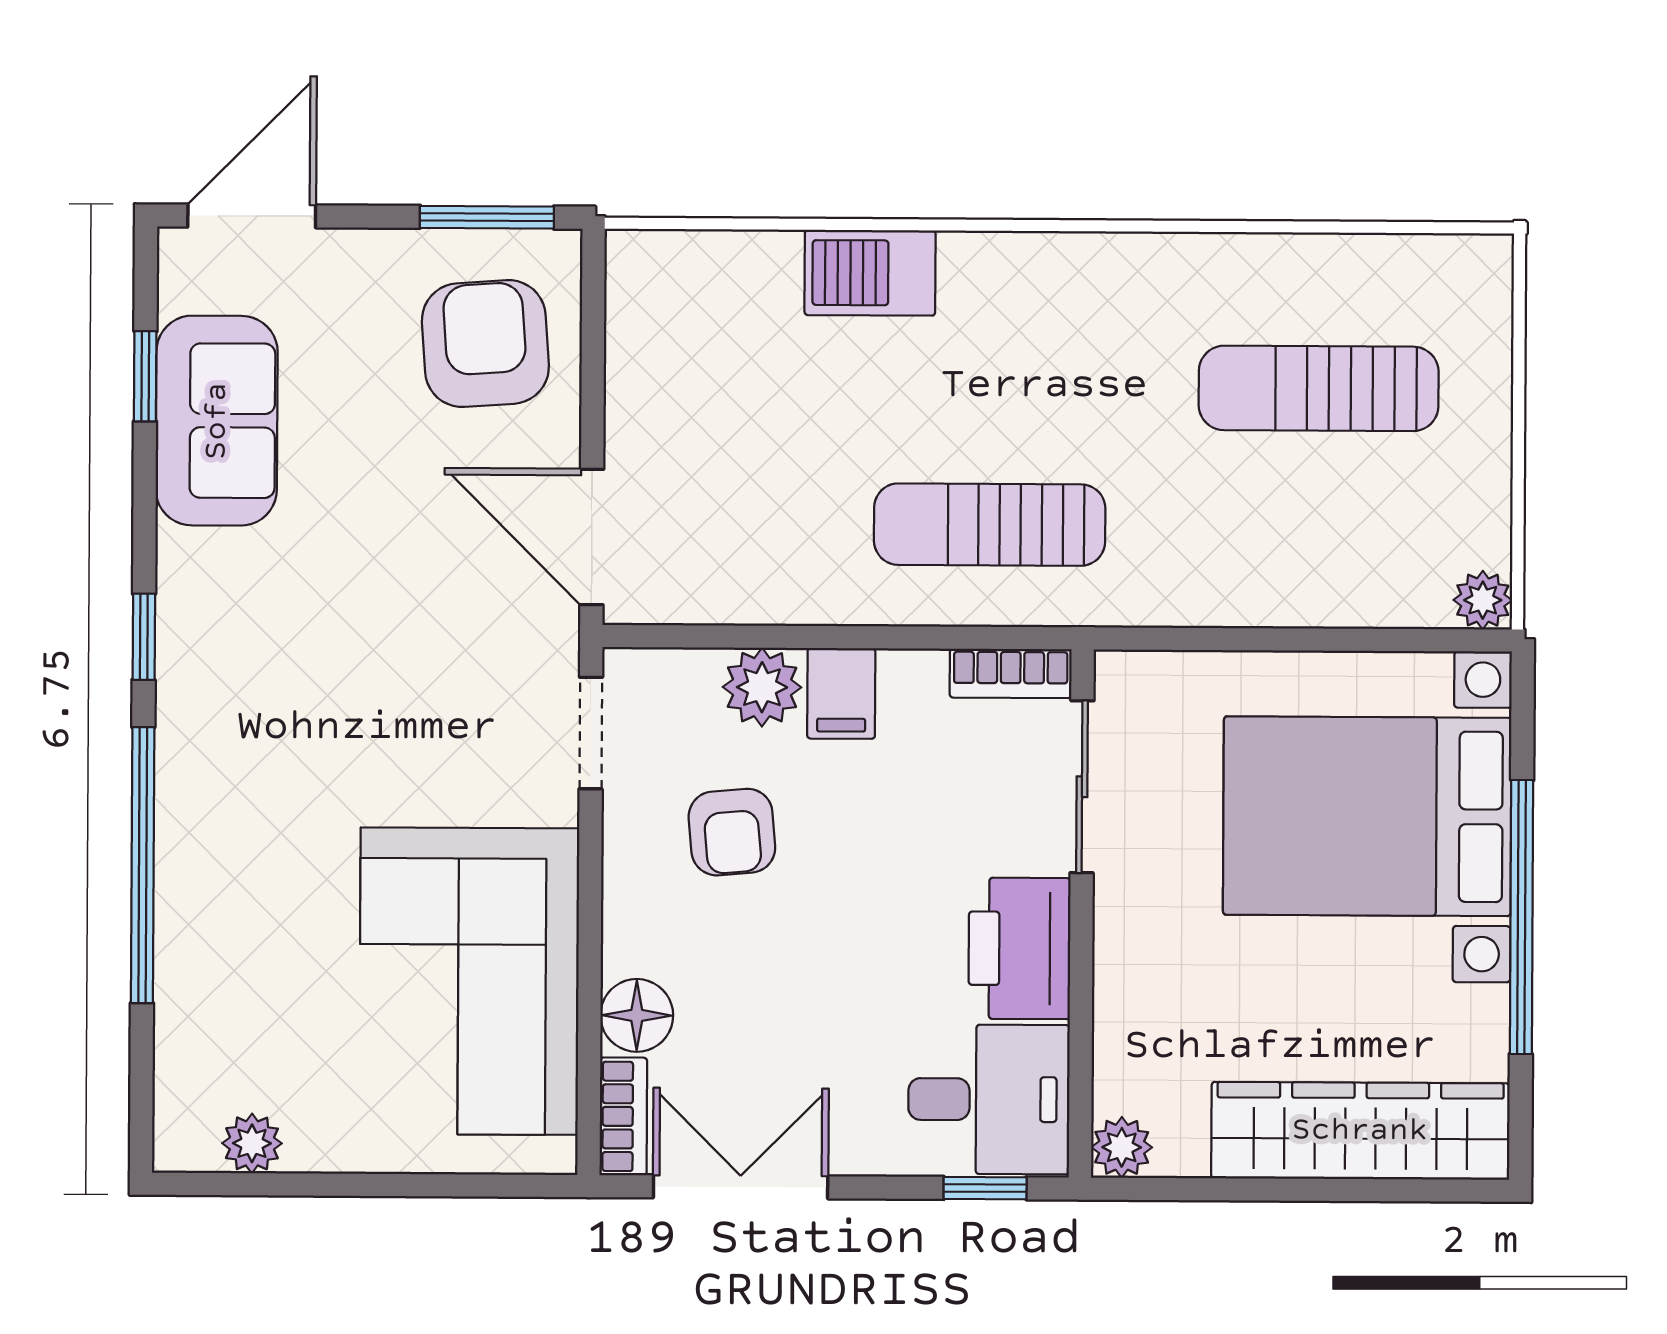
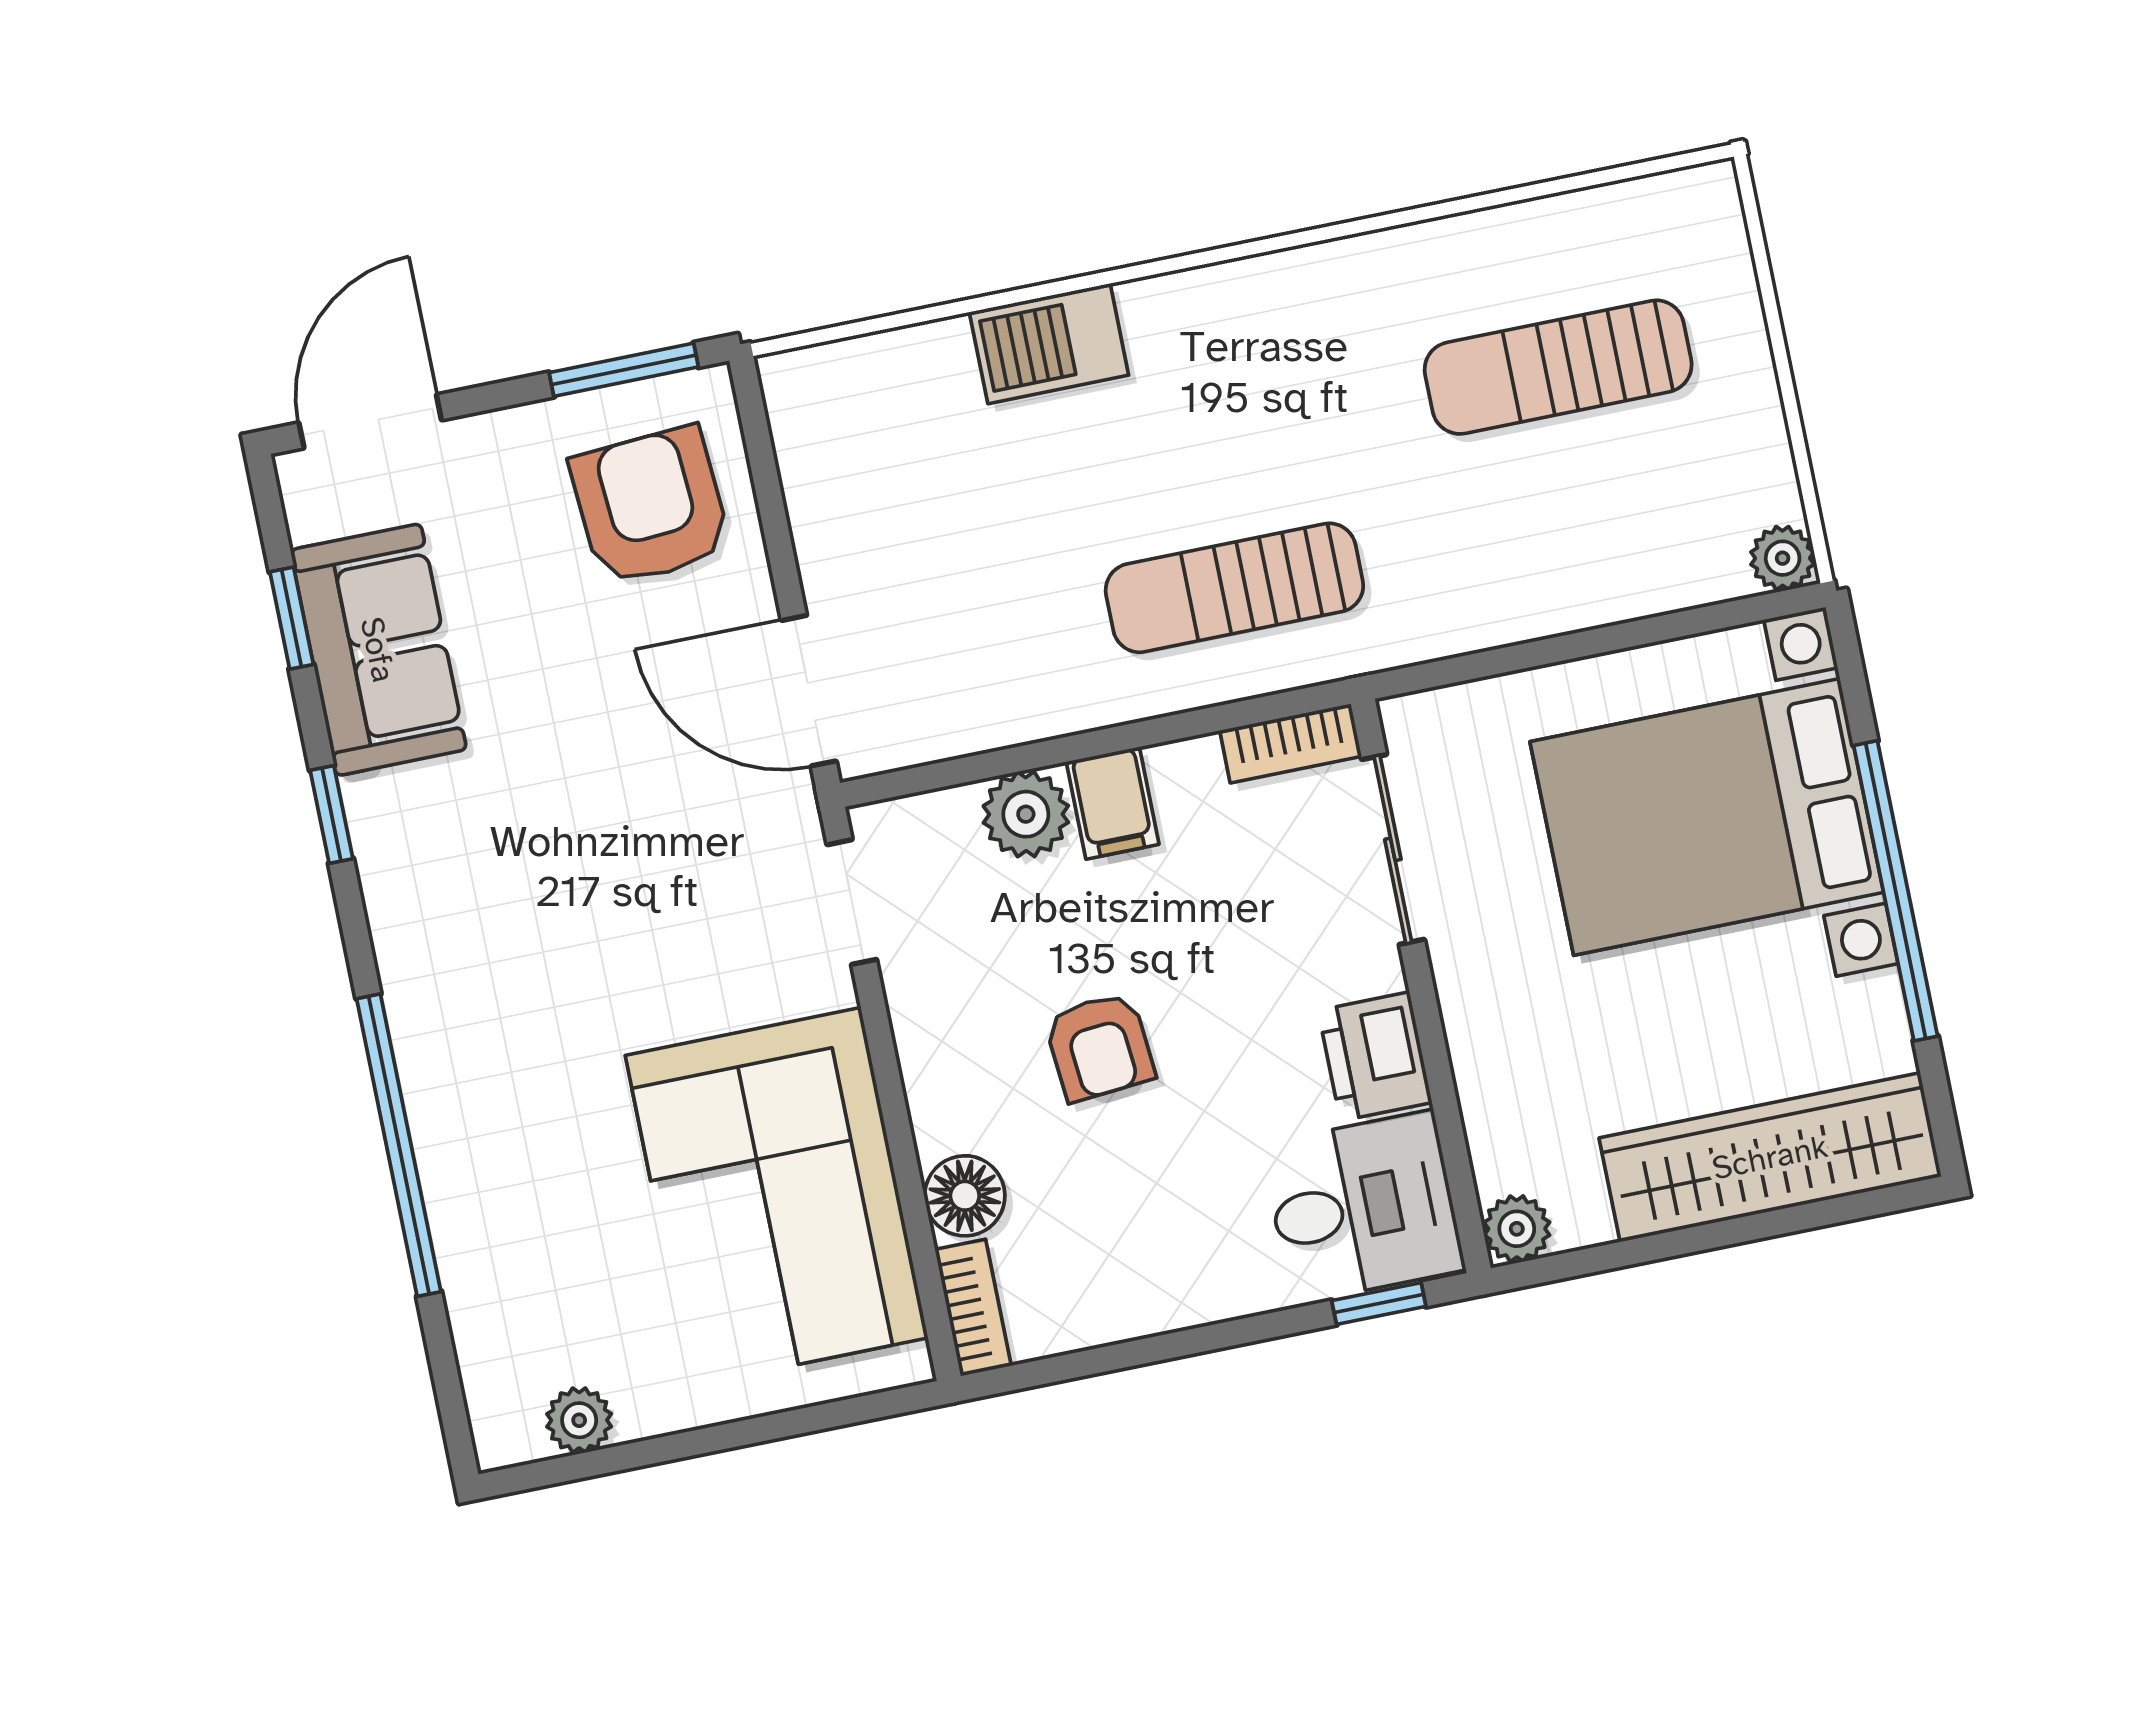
window: (144, 637) -> (332, 815), moved
armchair: (732, 832) -> (1100, 1047), moved
printer: (1019, 948) -> (1375, 1056), width x0.73, depth x0.84
double door: (741, 1187) -> (1115, 1357), removed

